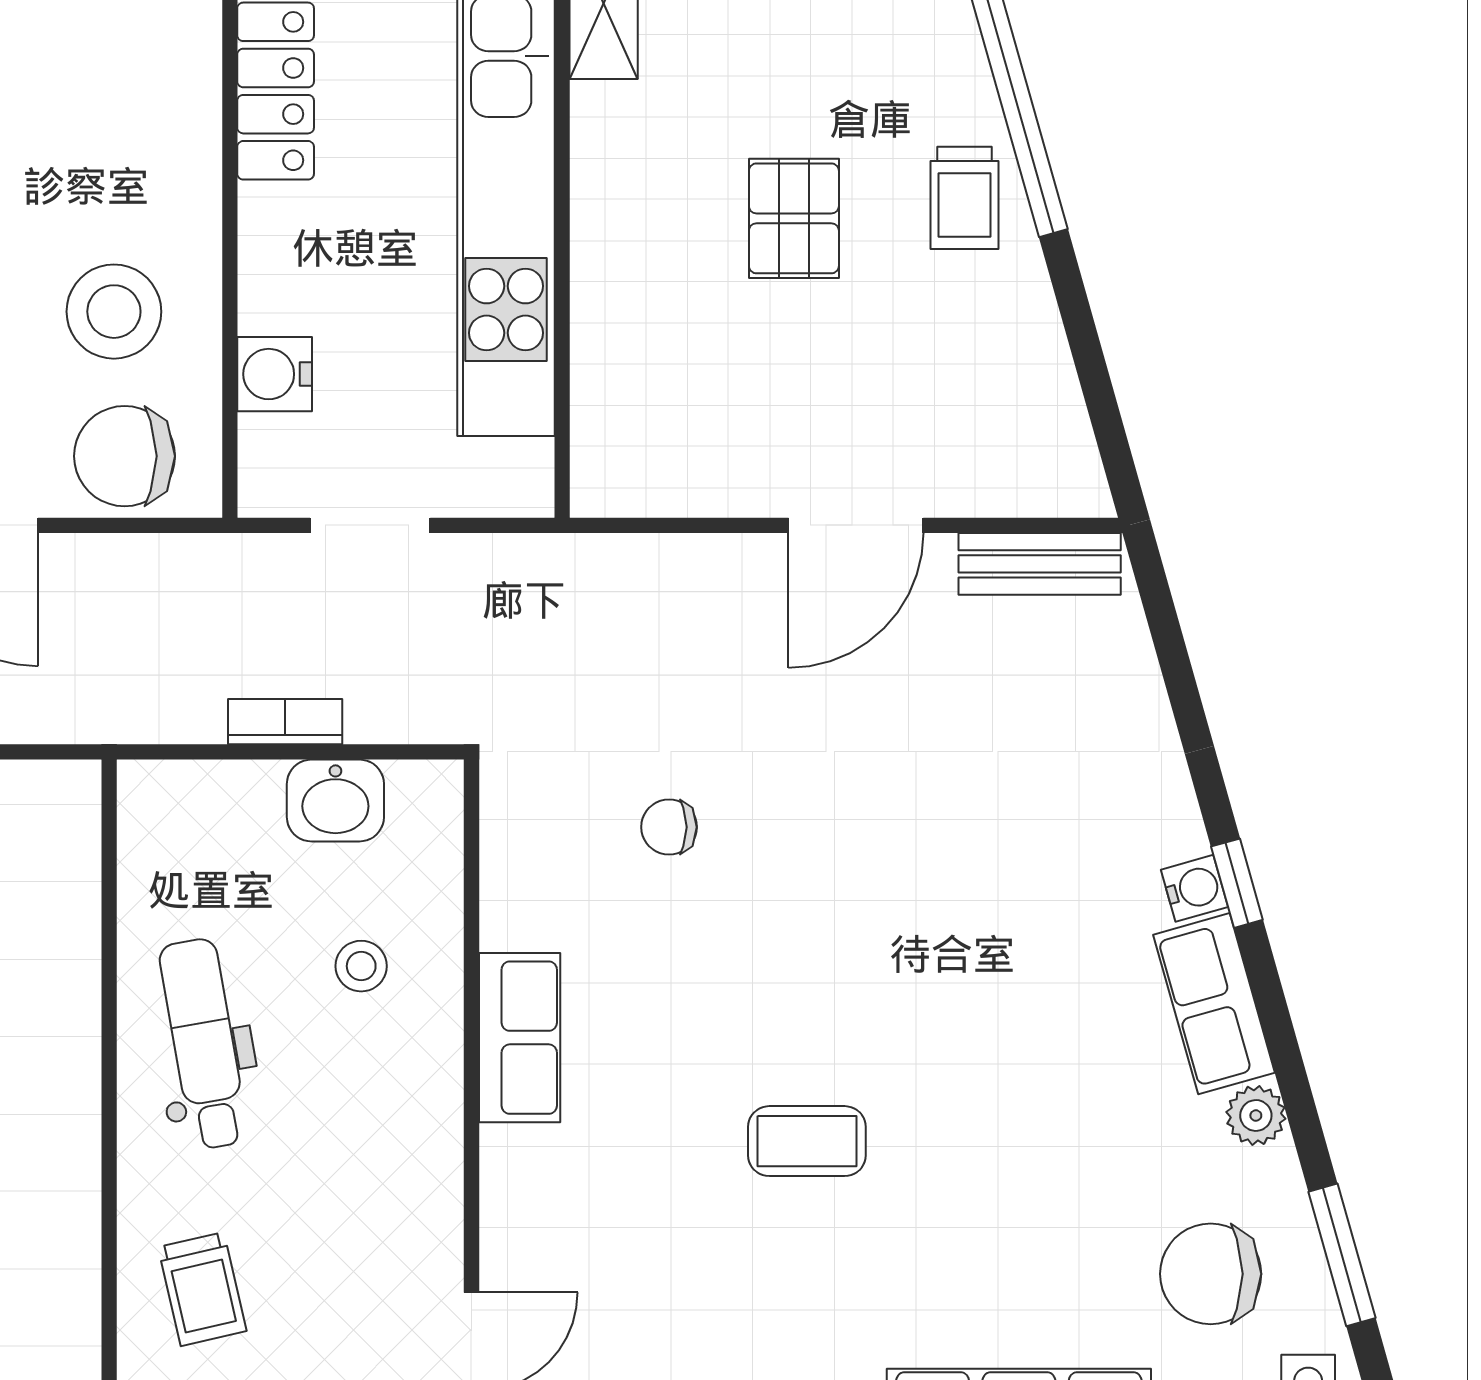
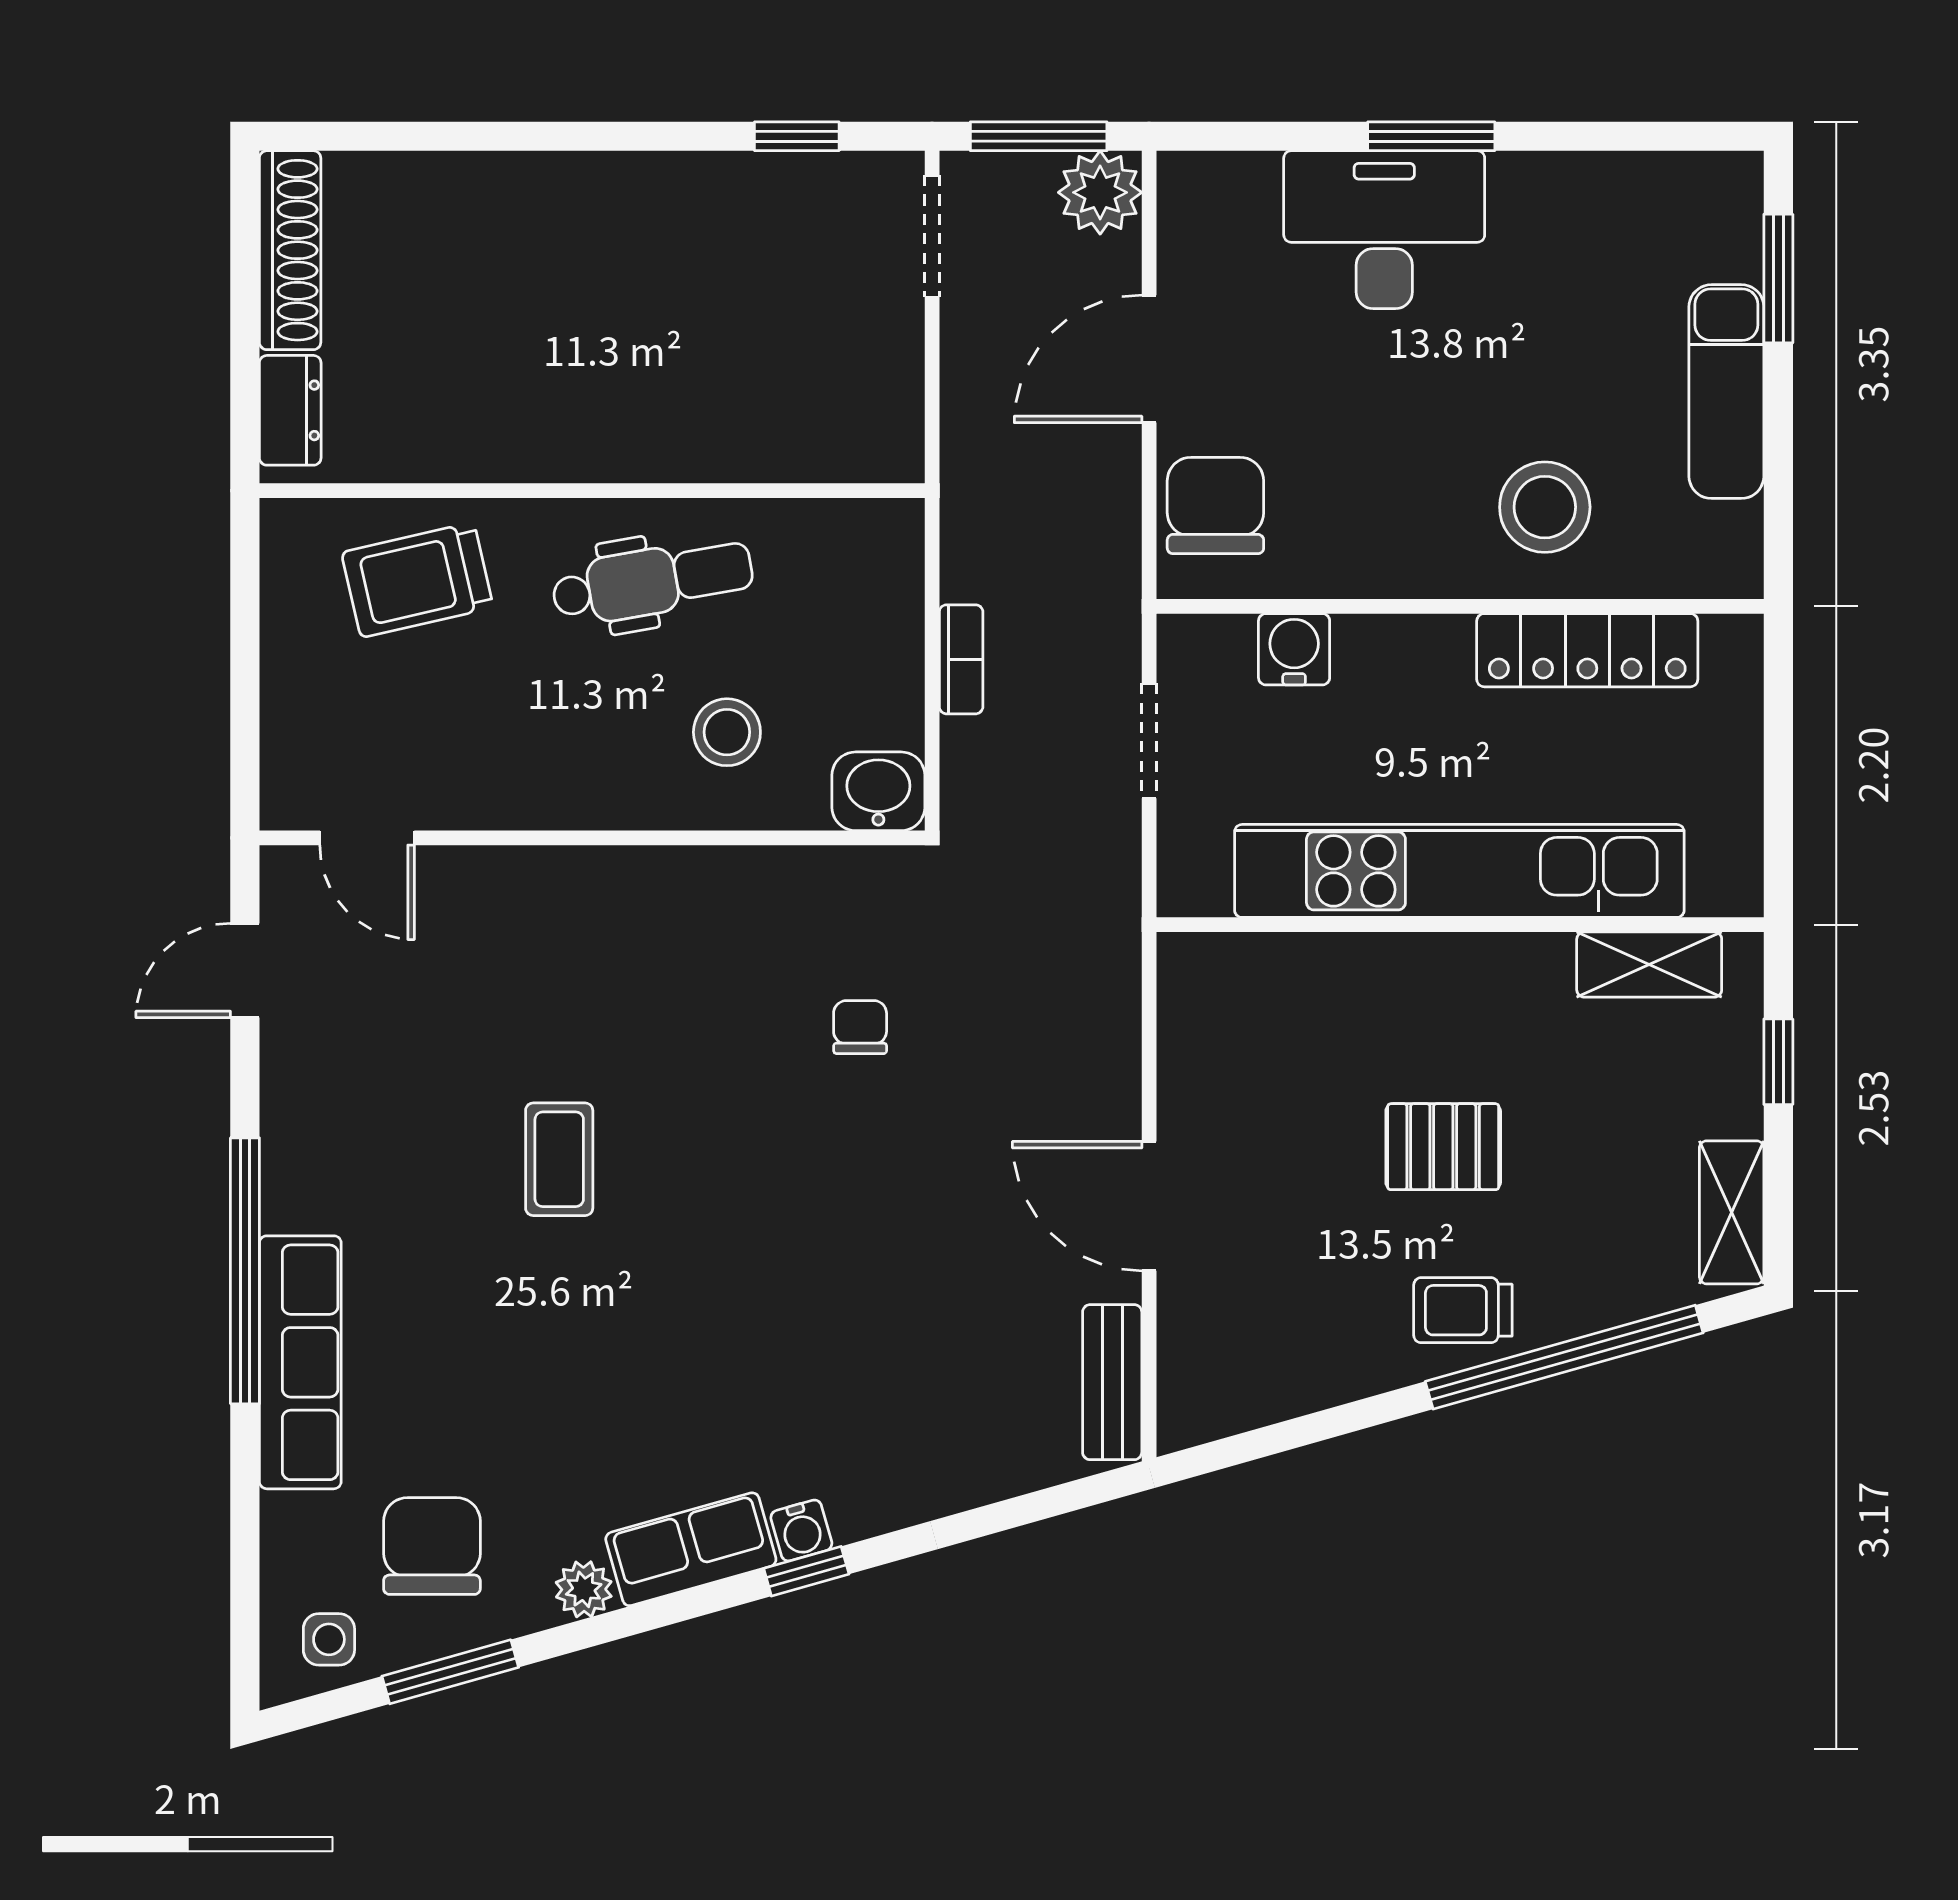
stool: (114, 312) -> (1545, 507), moved
washbasin: (335, 800) -> (878, 791), moved, turned 90
stool: (361, 966) -> (727, 732), width x1.37, depth x1.37
row of seats: (520, 1038) -> (658, 884), removed
trolley: (202, 1289) -> (417, 580), width x1.36, depth x1.39

